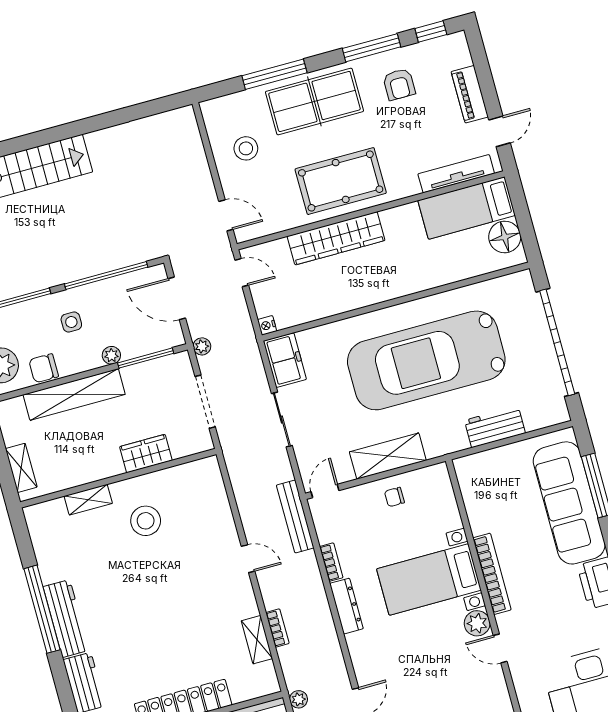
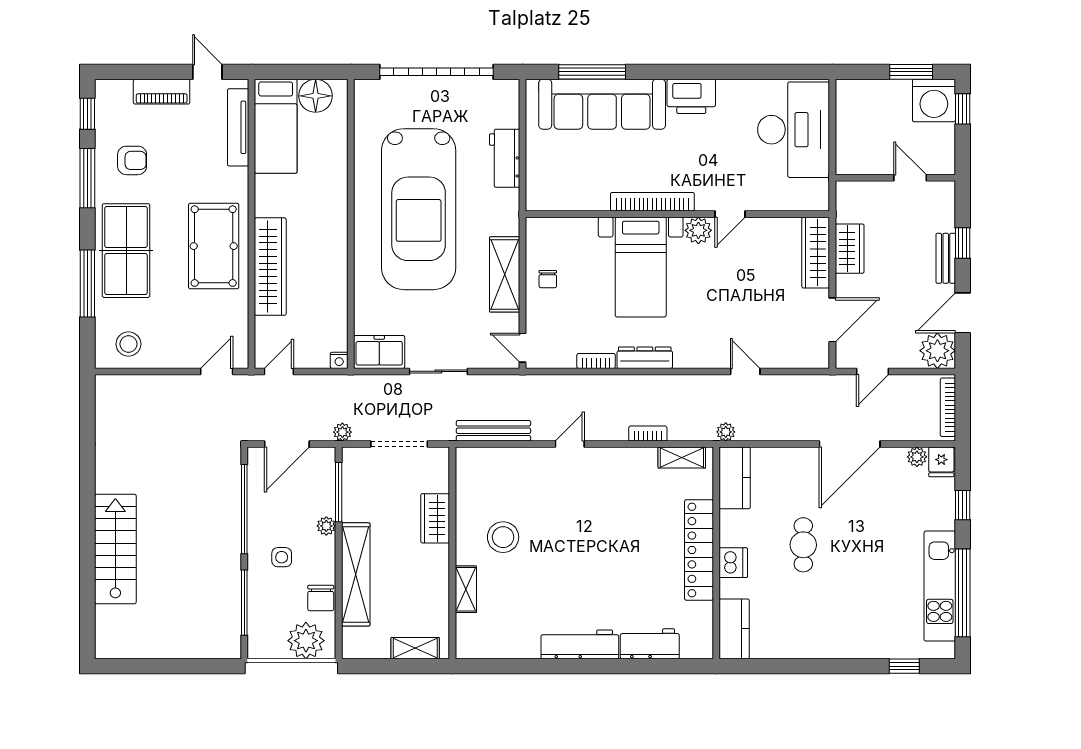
stool: (246, 148) -> (128, 344), moved
bench: (295, 516) -> (493, 431), moved
window: (42, 609) -> (564, 666), removed
shelving: (257, 640) -> (682, 458), moved

